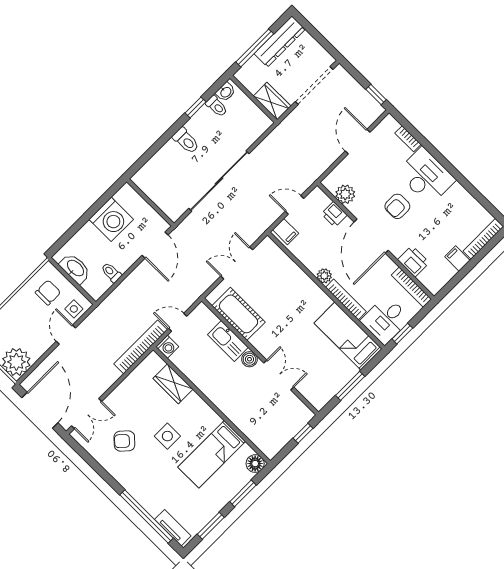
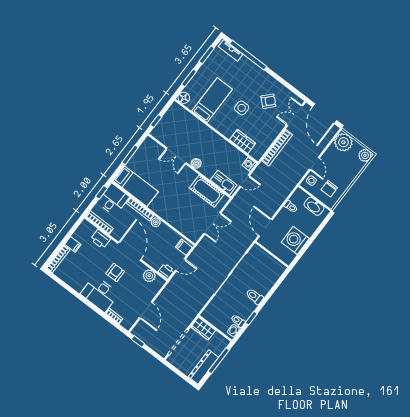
printer: (334, 214) -> (166, 271), moved
kitchen sink: (228, 341) -> (224, 183), moved
bookcase: (141, 347) -> (277, 148), moved

